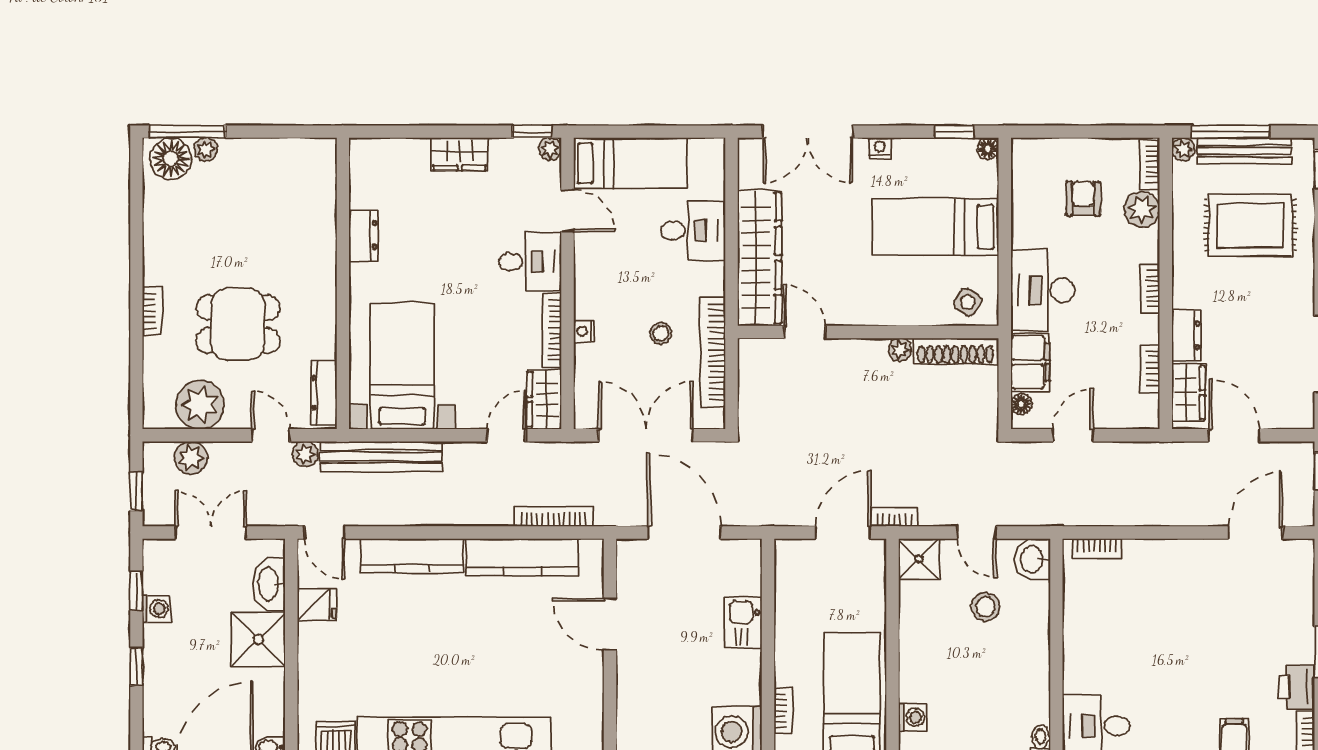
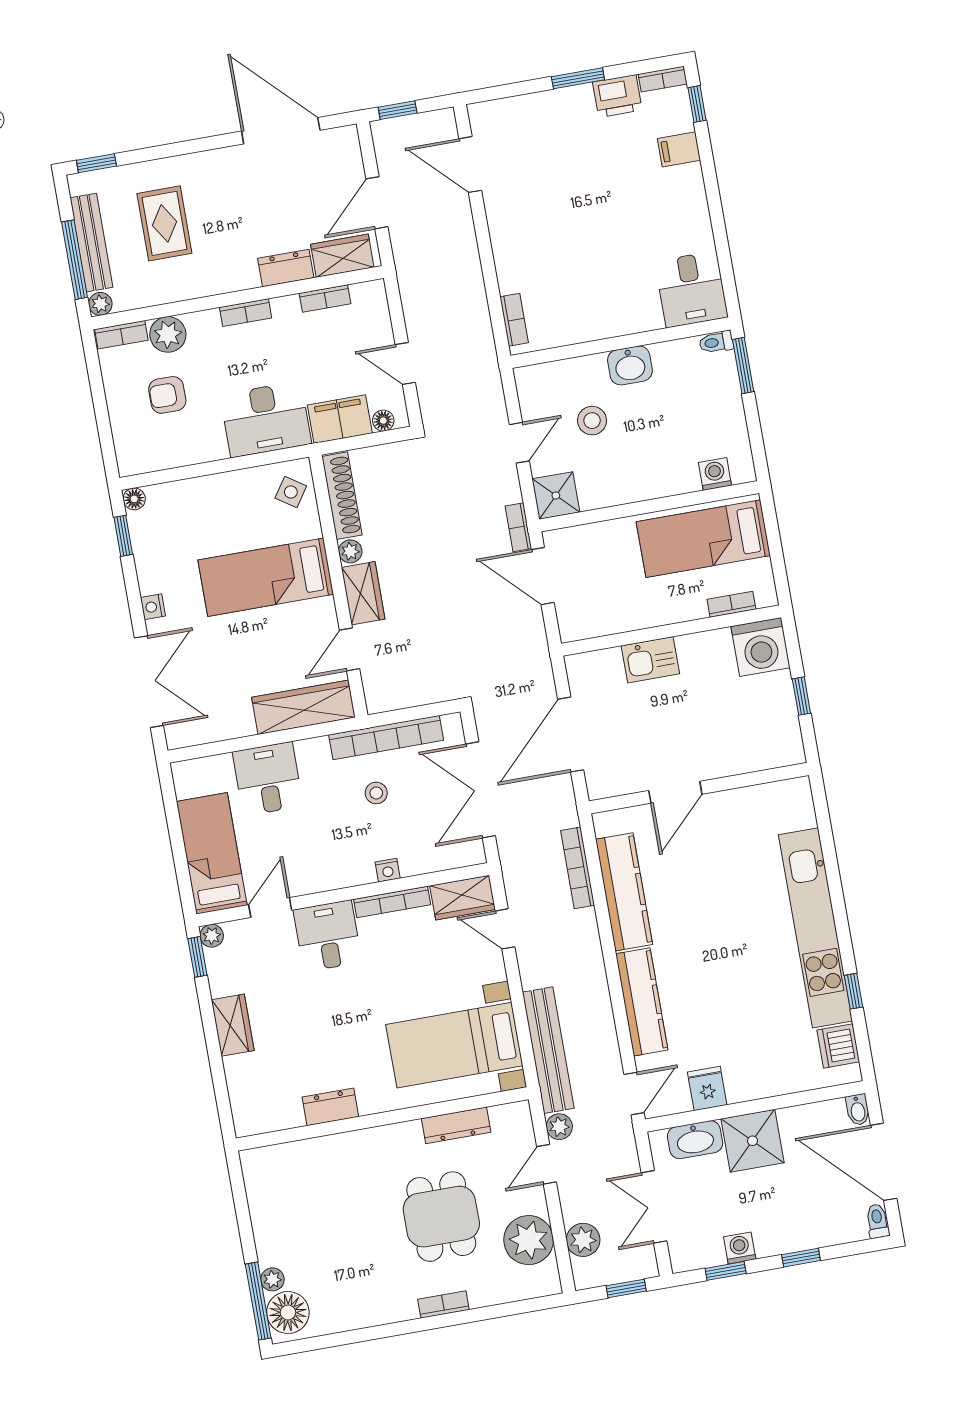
rug: (1250, 225) -> (164, 223), width x0.73, depth x0.70
bed: (936, 227) -> (266, 577), moved, turned 90
wardrobe: (760, 258) -> (303, 707), width x0.71, depth x0.85
wardrobe: (857, 355) -> (363, 593), added
dresser: (324, 393) -> (456, 1125), moved
washbasin: (1033, 559) -> (630, 365), moved

